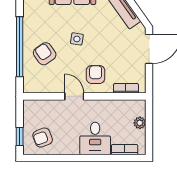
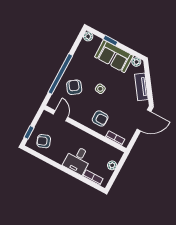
armchair: (96, 74) -> (100, 118), turned 90
door: (74, 96) -> (61, 116), moved

